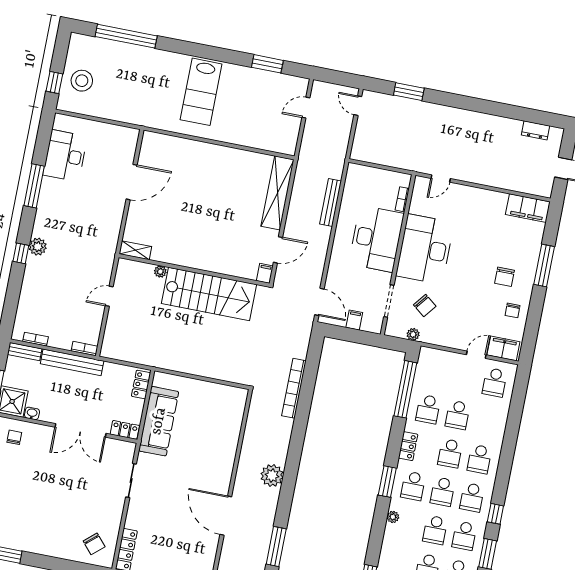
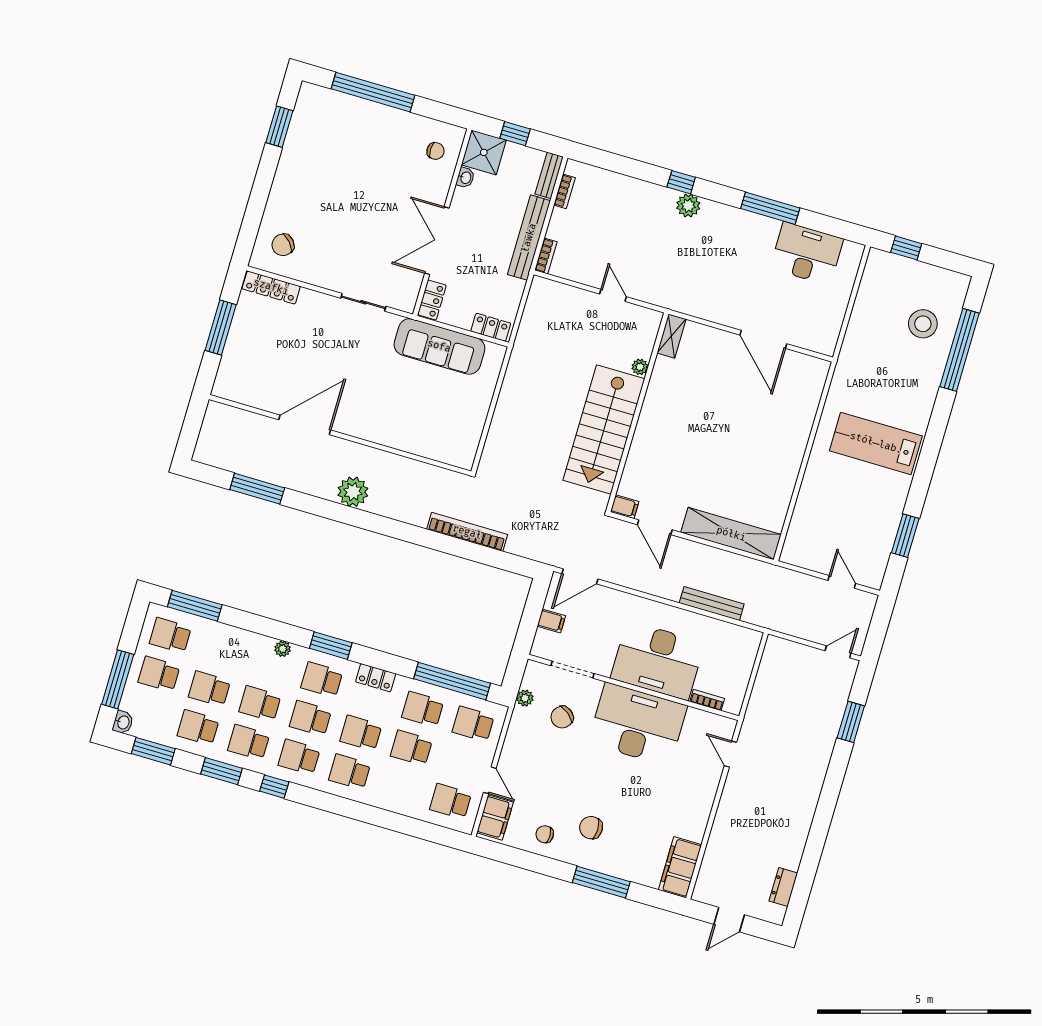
stool: (82, 81) -> (923, 324), moved
school desk: (436, 371) -> (473, 724), added

